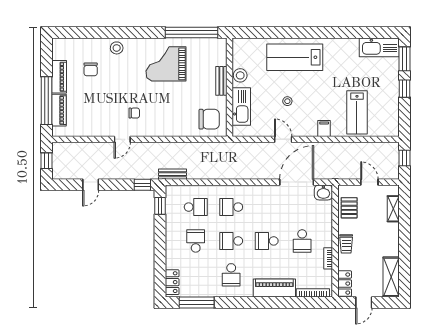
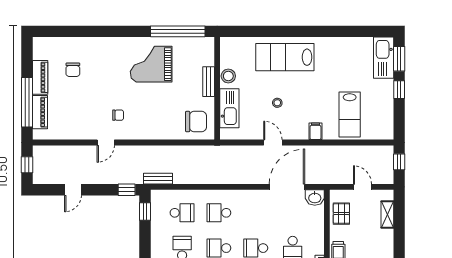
kitchen sink: (379, 47) -> (384, 58), moved, turned 90
stool: (117, 48) -> (100, 47), removed

